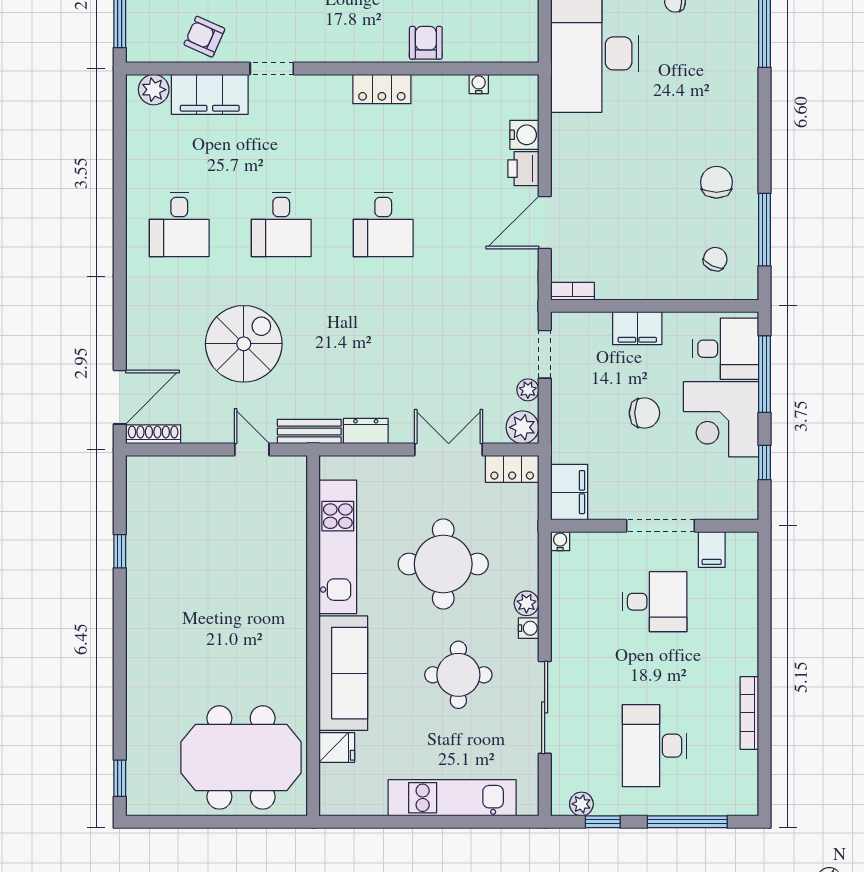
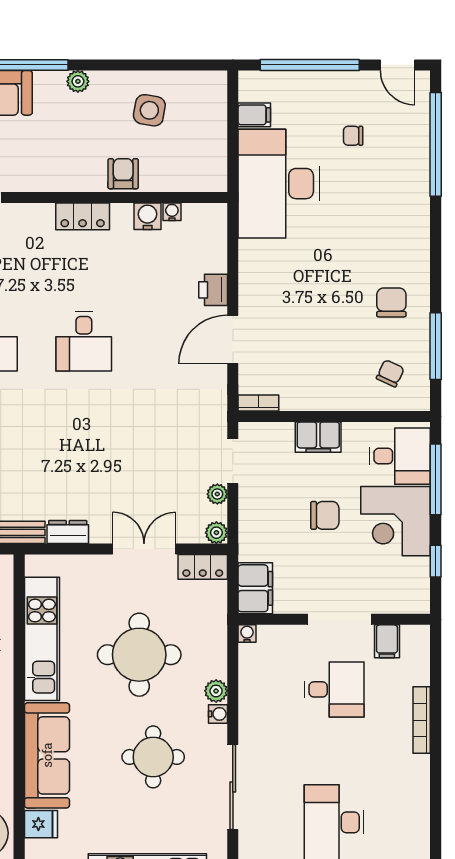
water cooler: (524, 135) -> (148, 216), moved, turned -90
plant: (522, 427) -> (216, 533), width x0.73, depth x0.73
bookcase: (749, 713) -> (422, 720), moved

